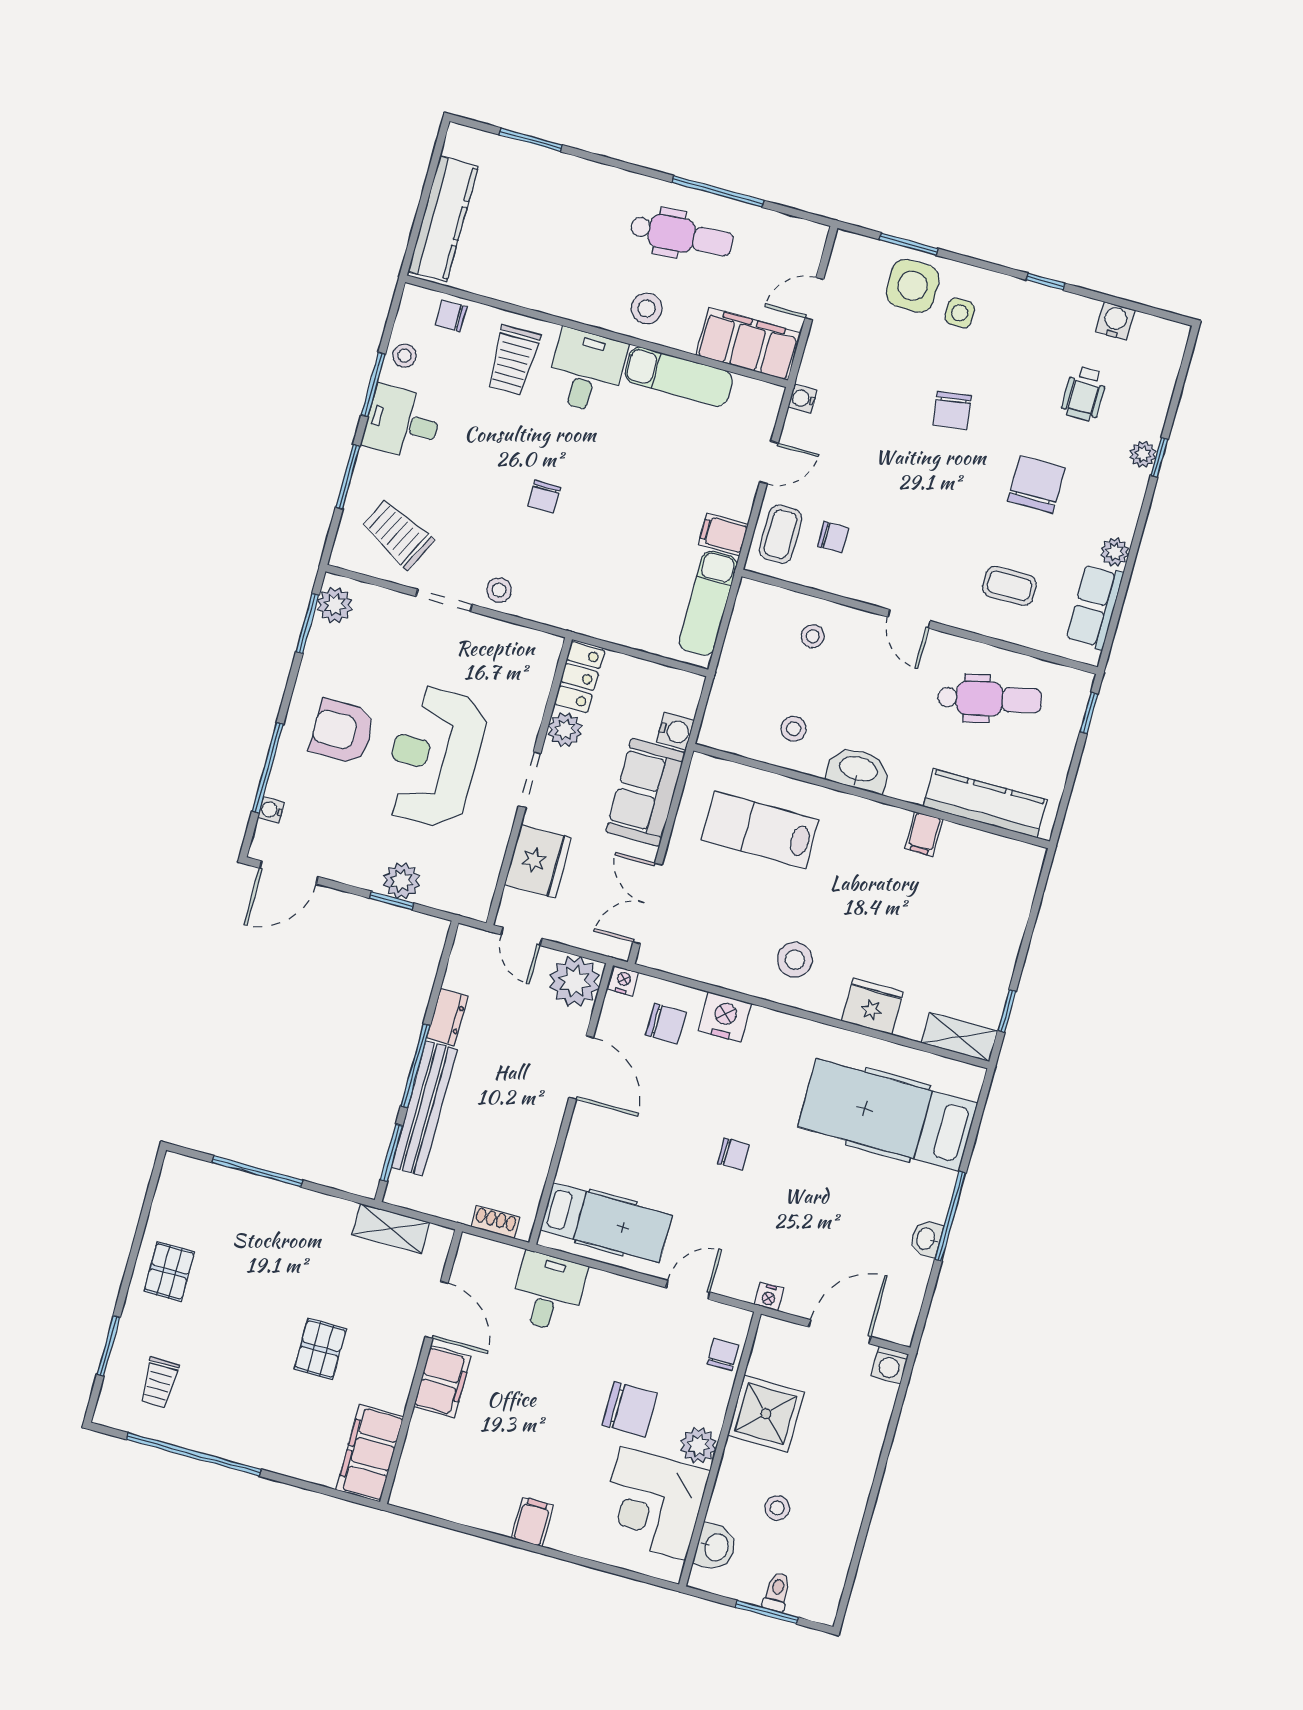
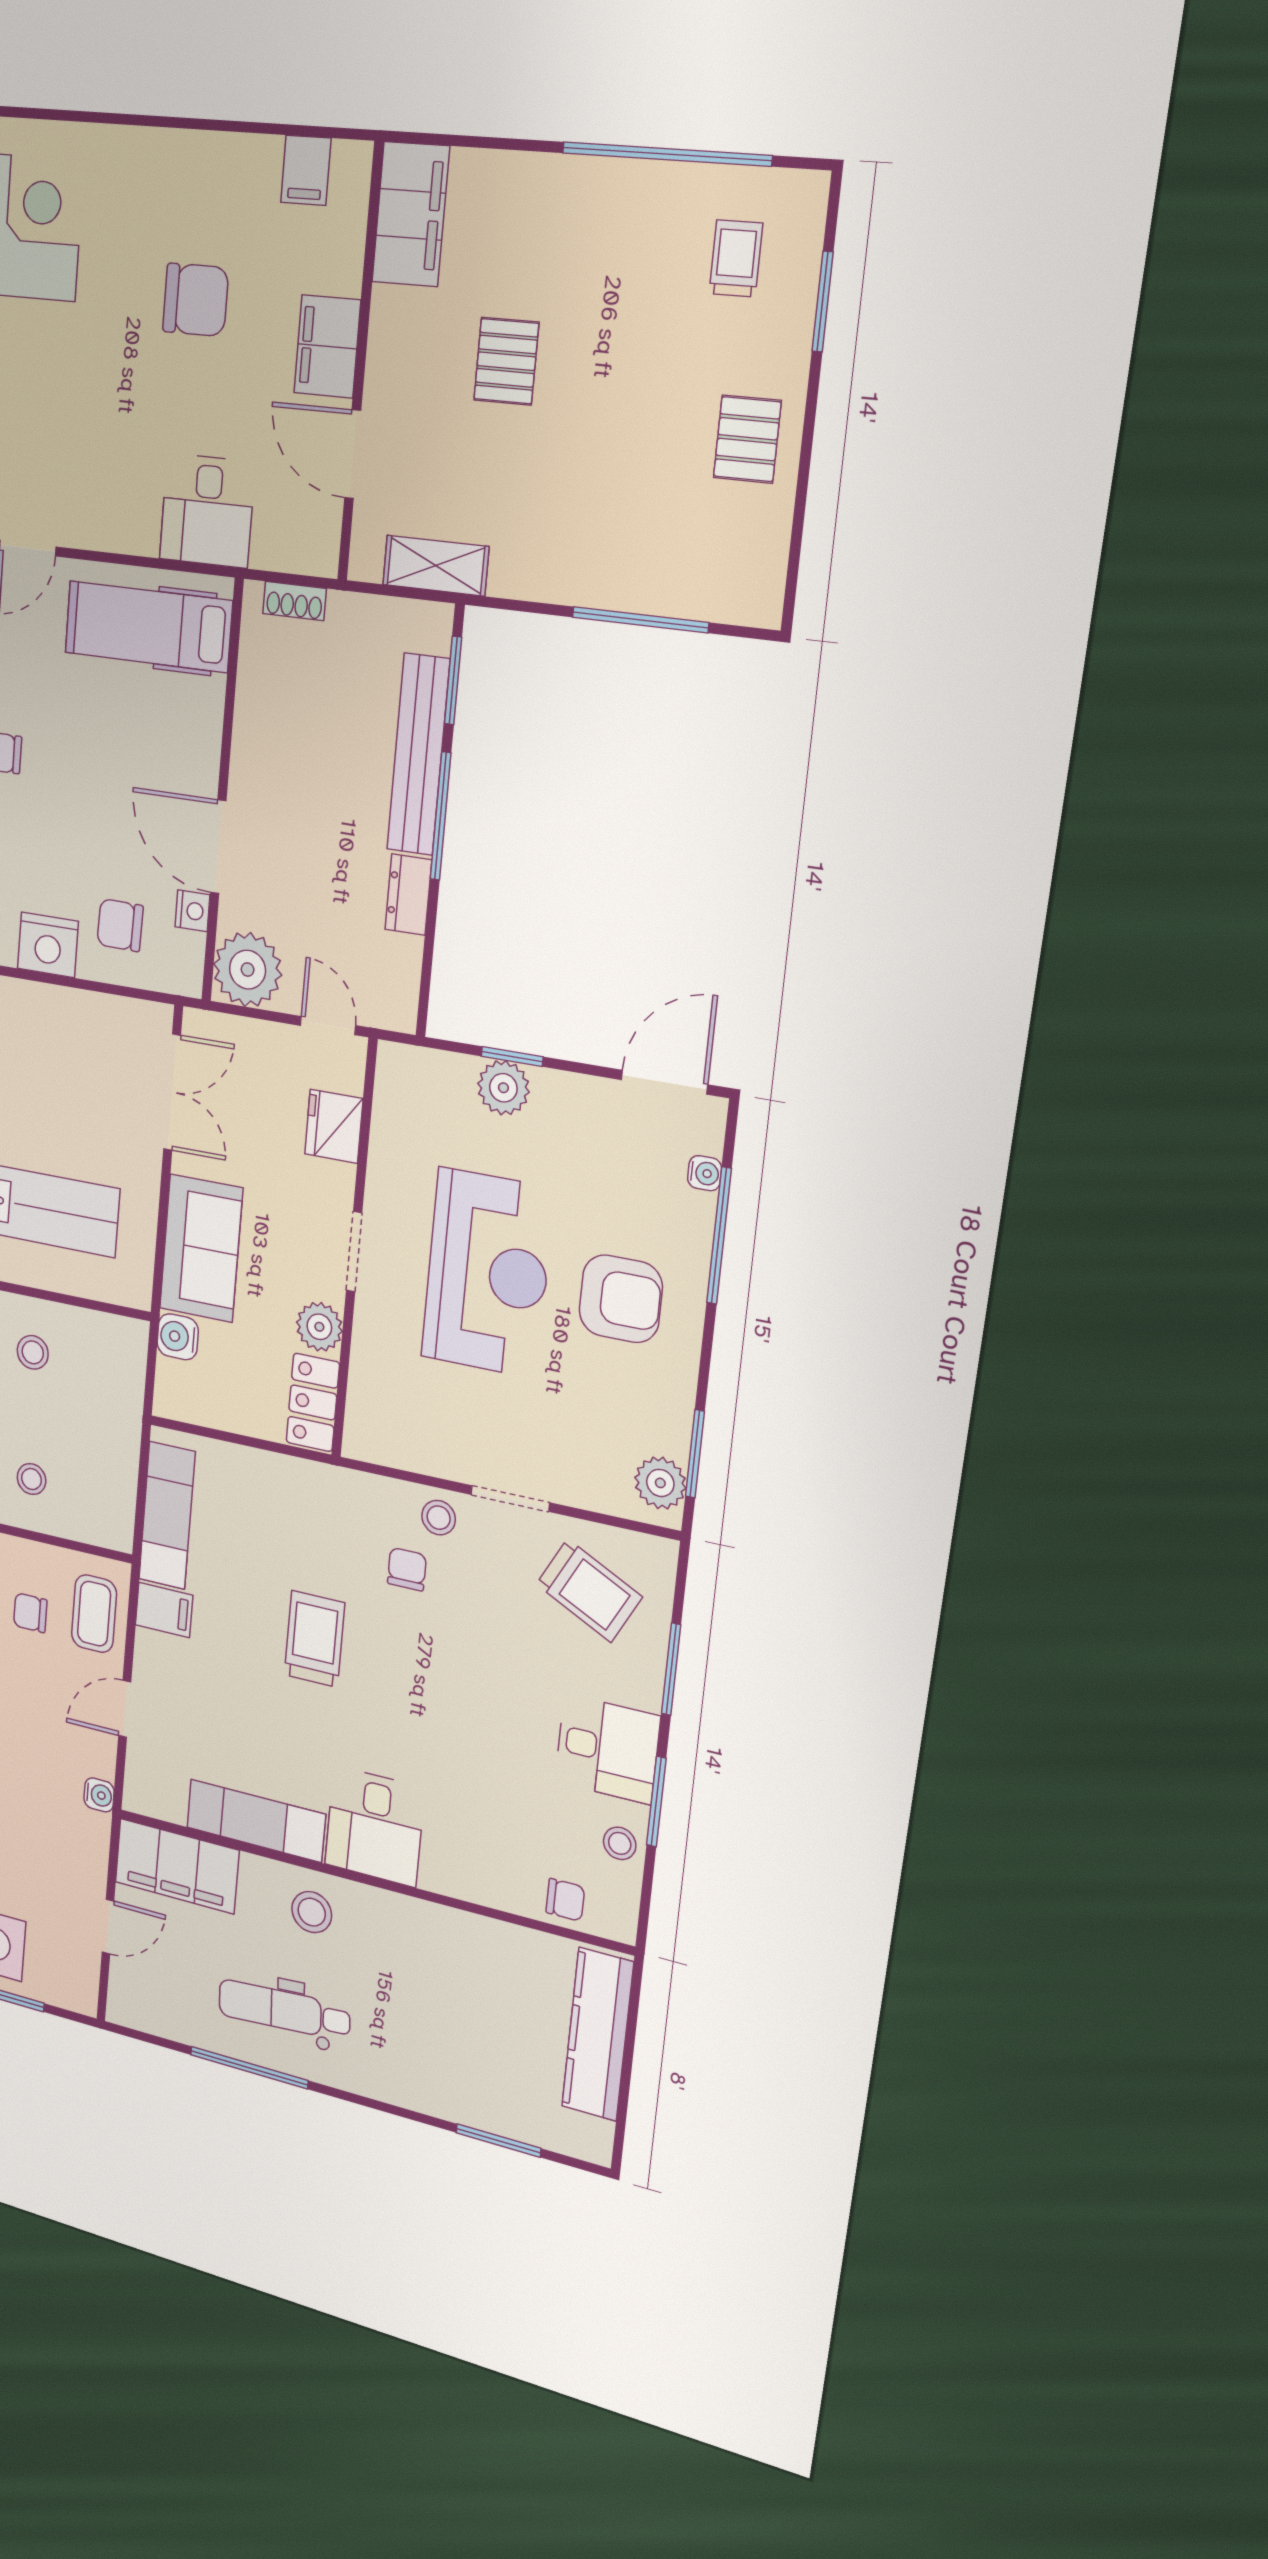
trolley: (513, 360) -> (314, 1639), moved
chair: (544, 497) -> (407, 1569), moved
fridge: (538, 861) -> (334, 1126), width x0.73, depth x0.75
nightstand: (624, 981) -> (192, 911), moved, turned -90
chair: (630, 1409) -> (196, 300), moved, turned 180
filing cabinet: (532, 1522) -> (306, 170), moved

